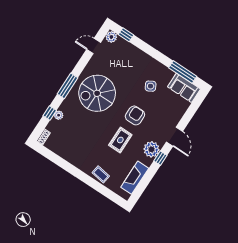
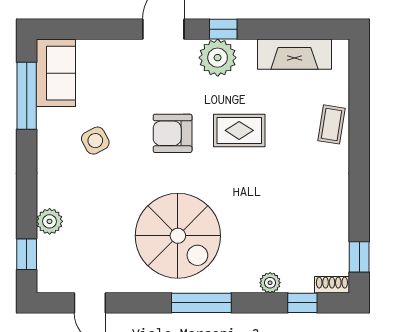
plant: (111, 37) -> (50, 221), moved
window: (50, 113) -> (302, 303), moved
window: (47, 153) -> (359, 257), added

